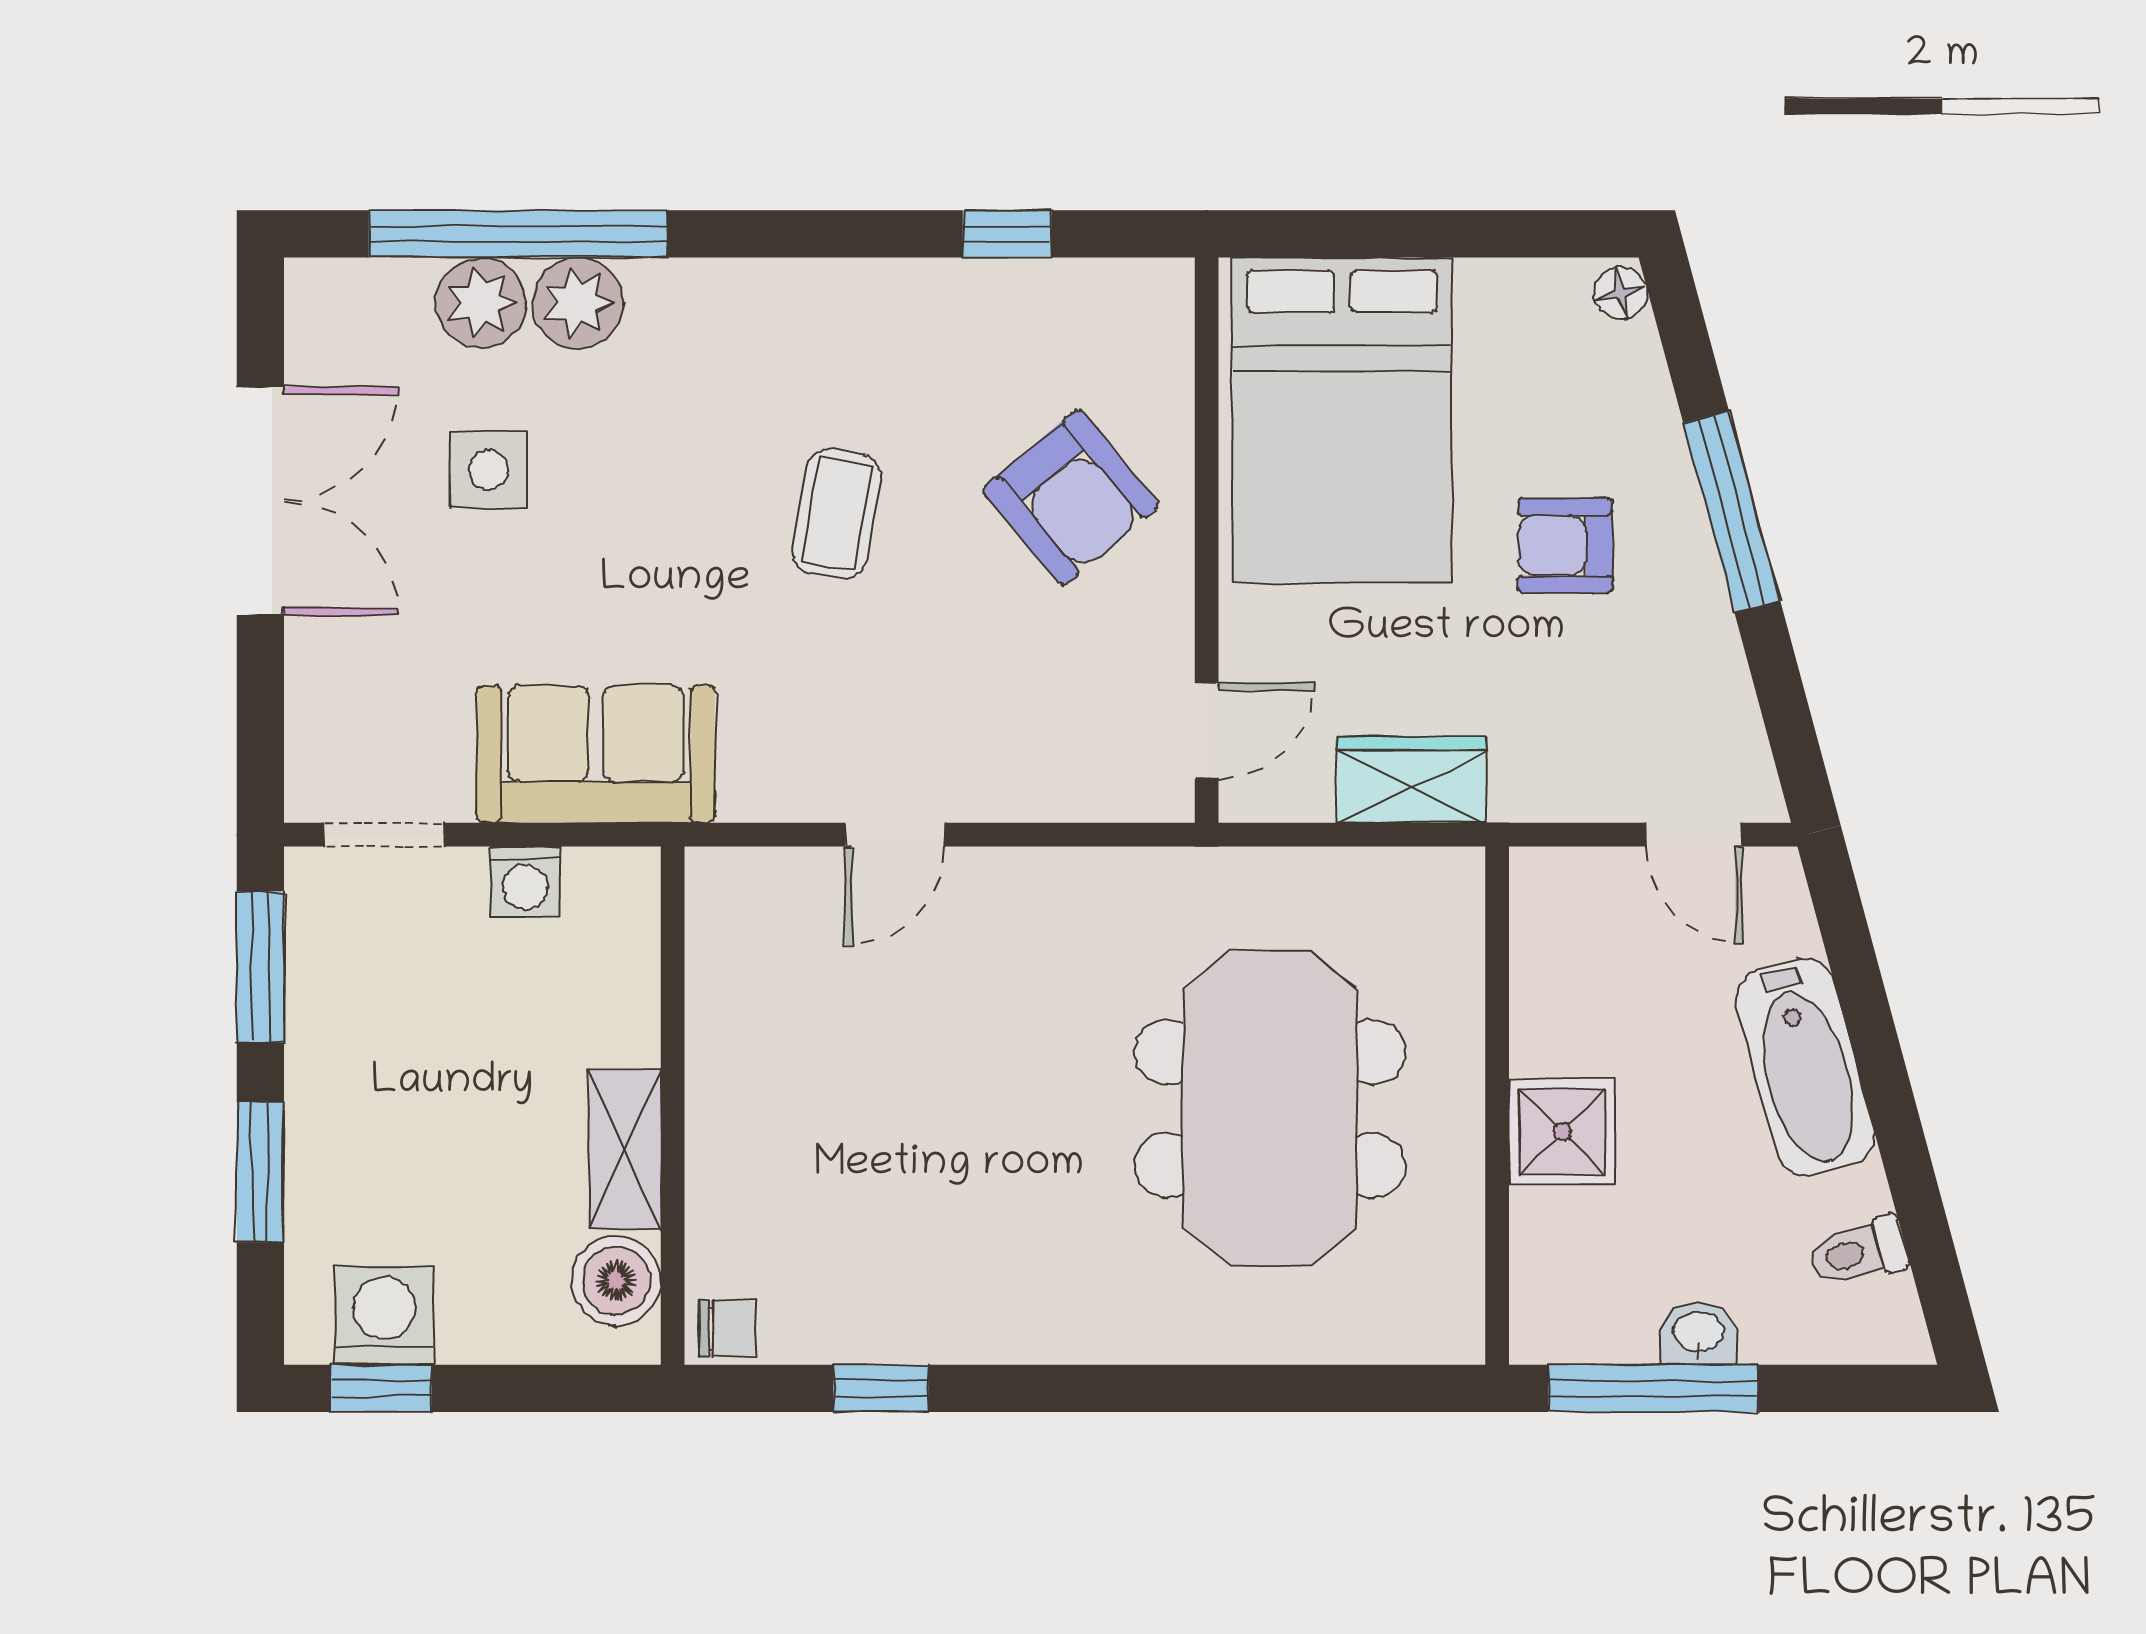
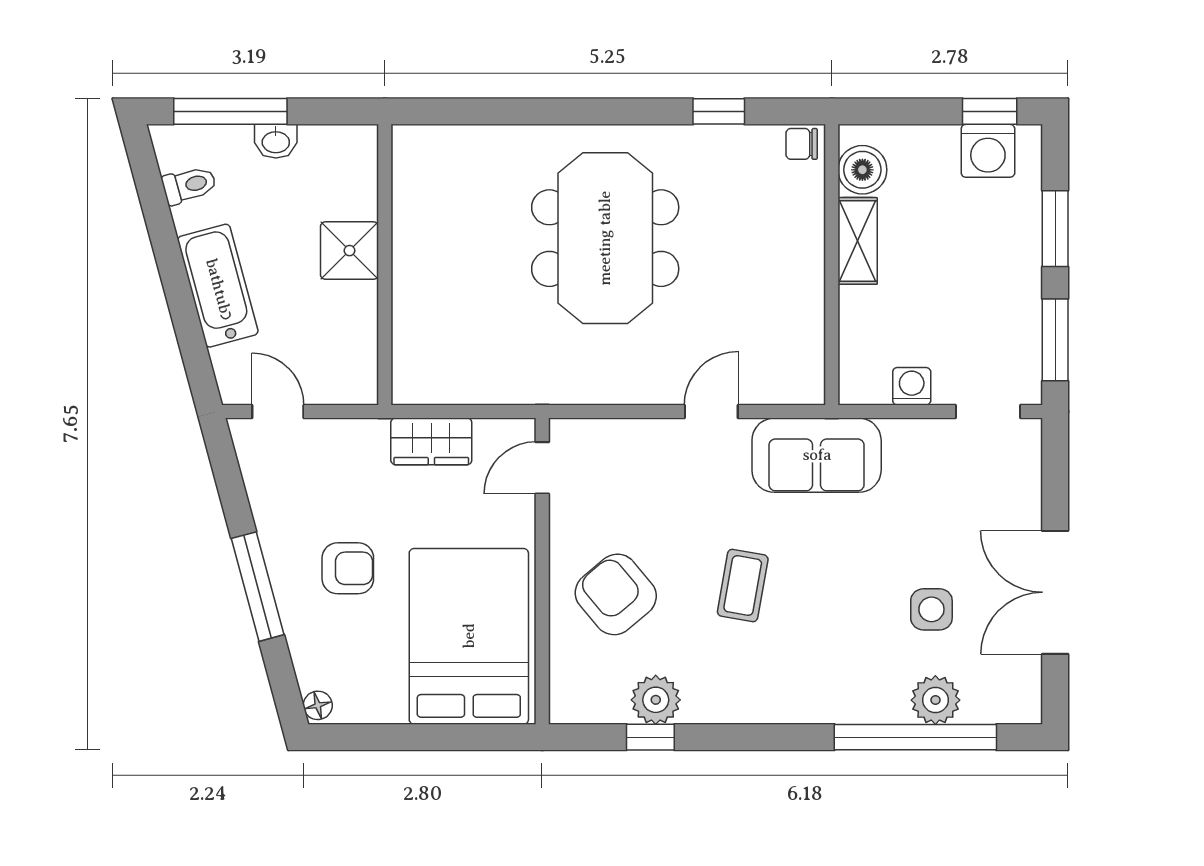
plant: (578, 303) -> (656, 700), moved
sofa: (596, 754) -> (817, 455), moved
meeting table: (1270, 1108) -> (605, 238), moved
window: (1653, 1388) -> (230, 111), moved

